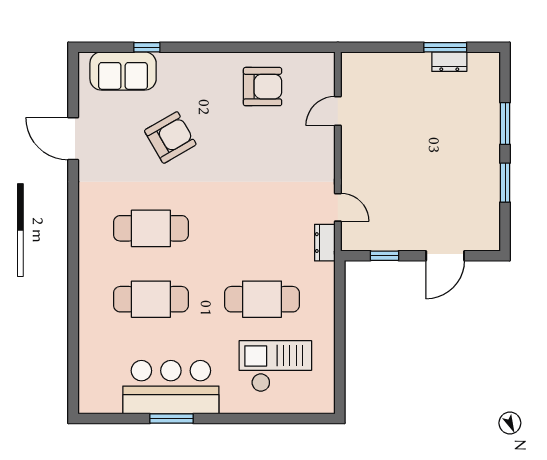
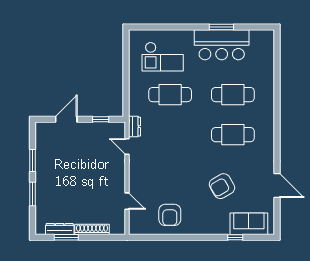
shoe rack: (400, 61) -> (92, 229), added
dresser: (449, 62) -> (60, 229), width x1.44
armchair: (263, 87) -> (170, 215), turned -90
door: (338, 111) -> (127, 201), hinge flipped

